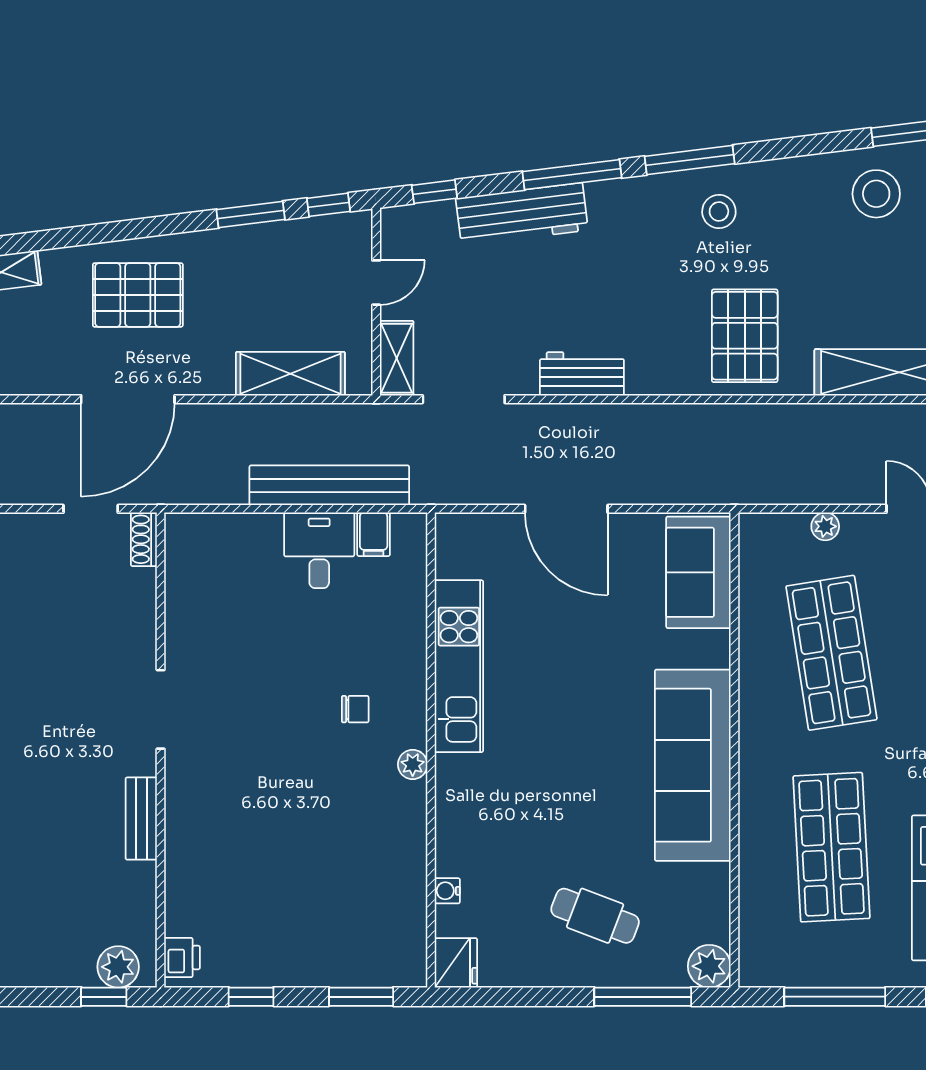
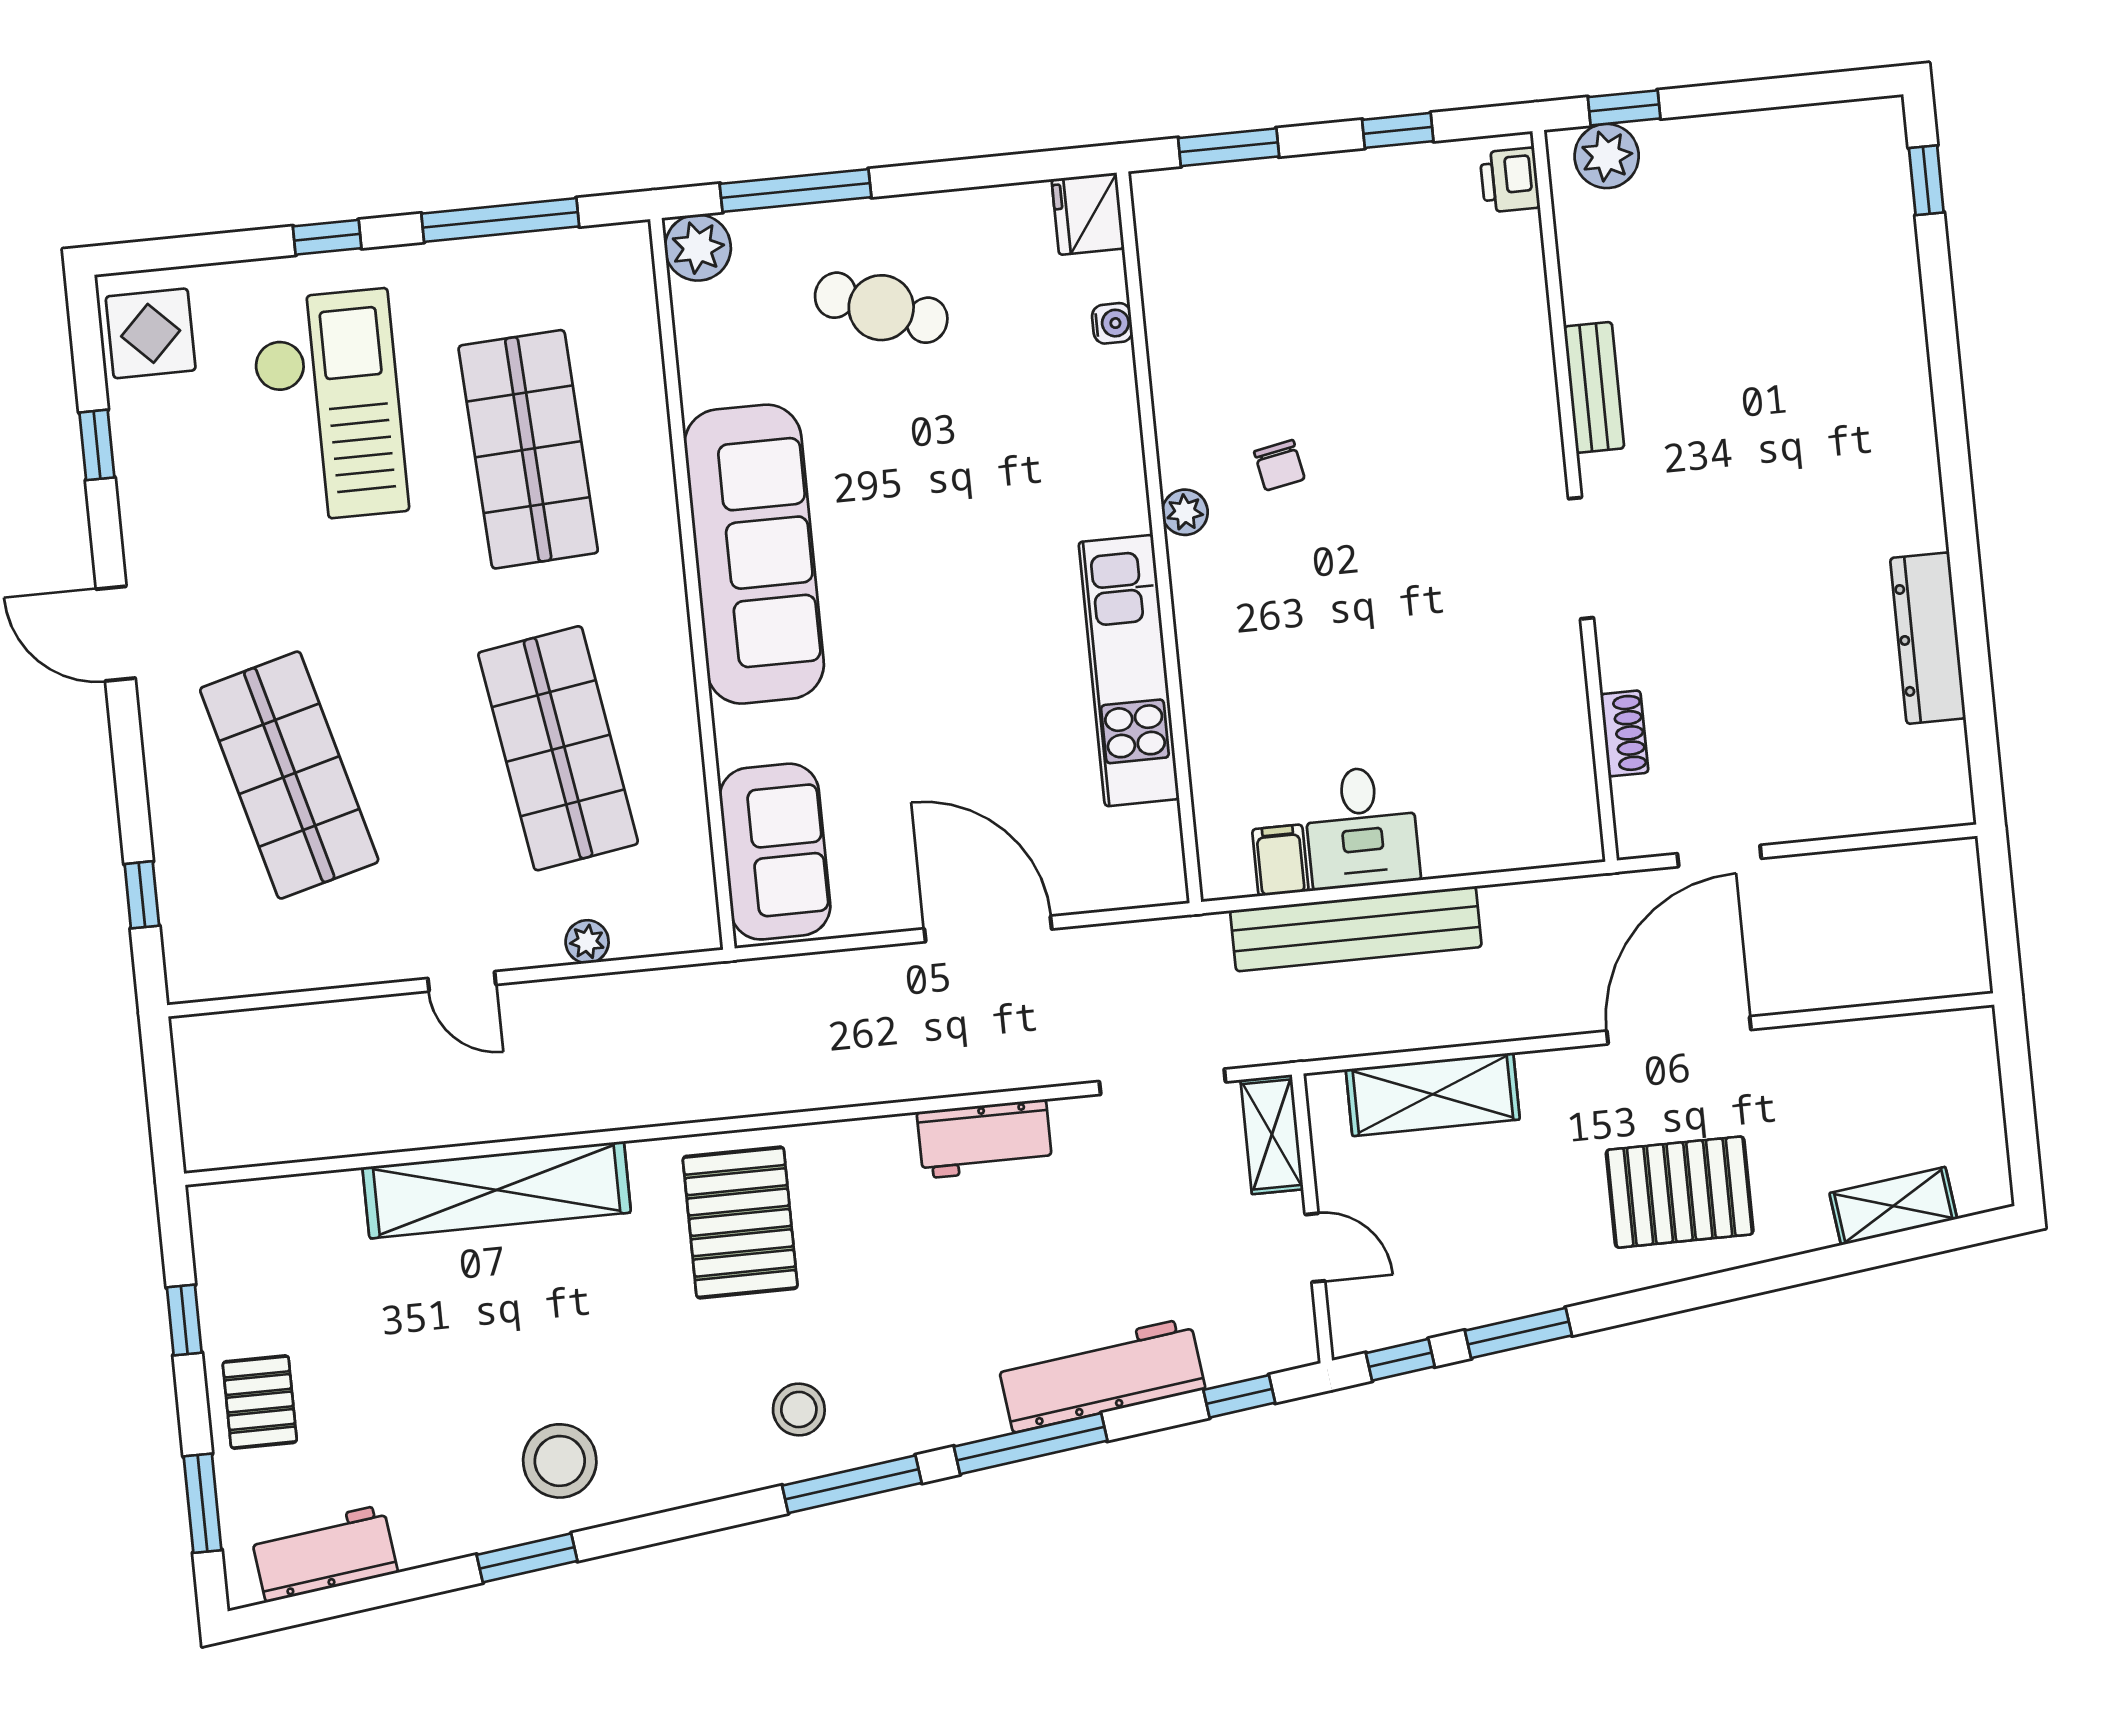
door: (376, 283) -> (1315, 1248), swing flipped
shoe rack: (144, 539) -> (1624, 733), moved
chair: (355, 709) -> (1279, 465), moved, turned -101

